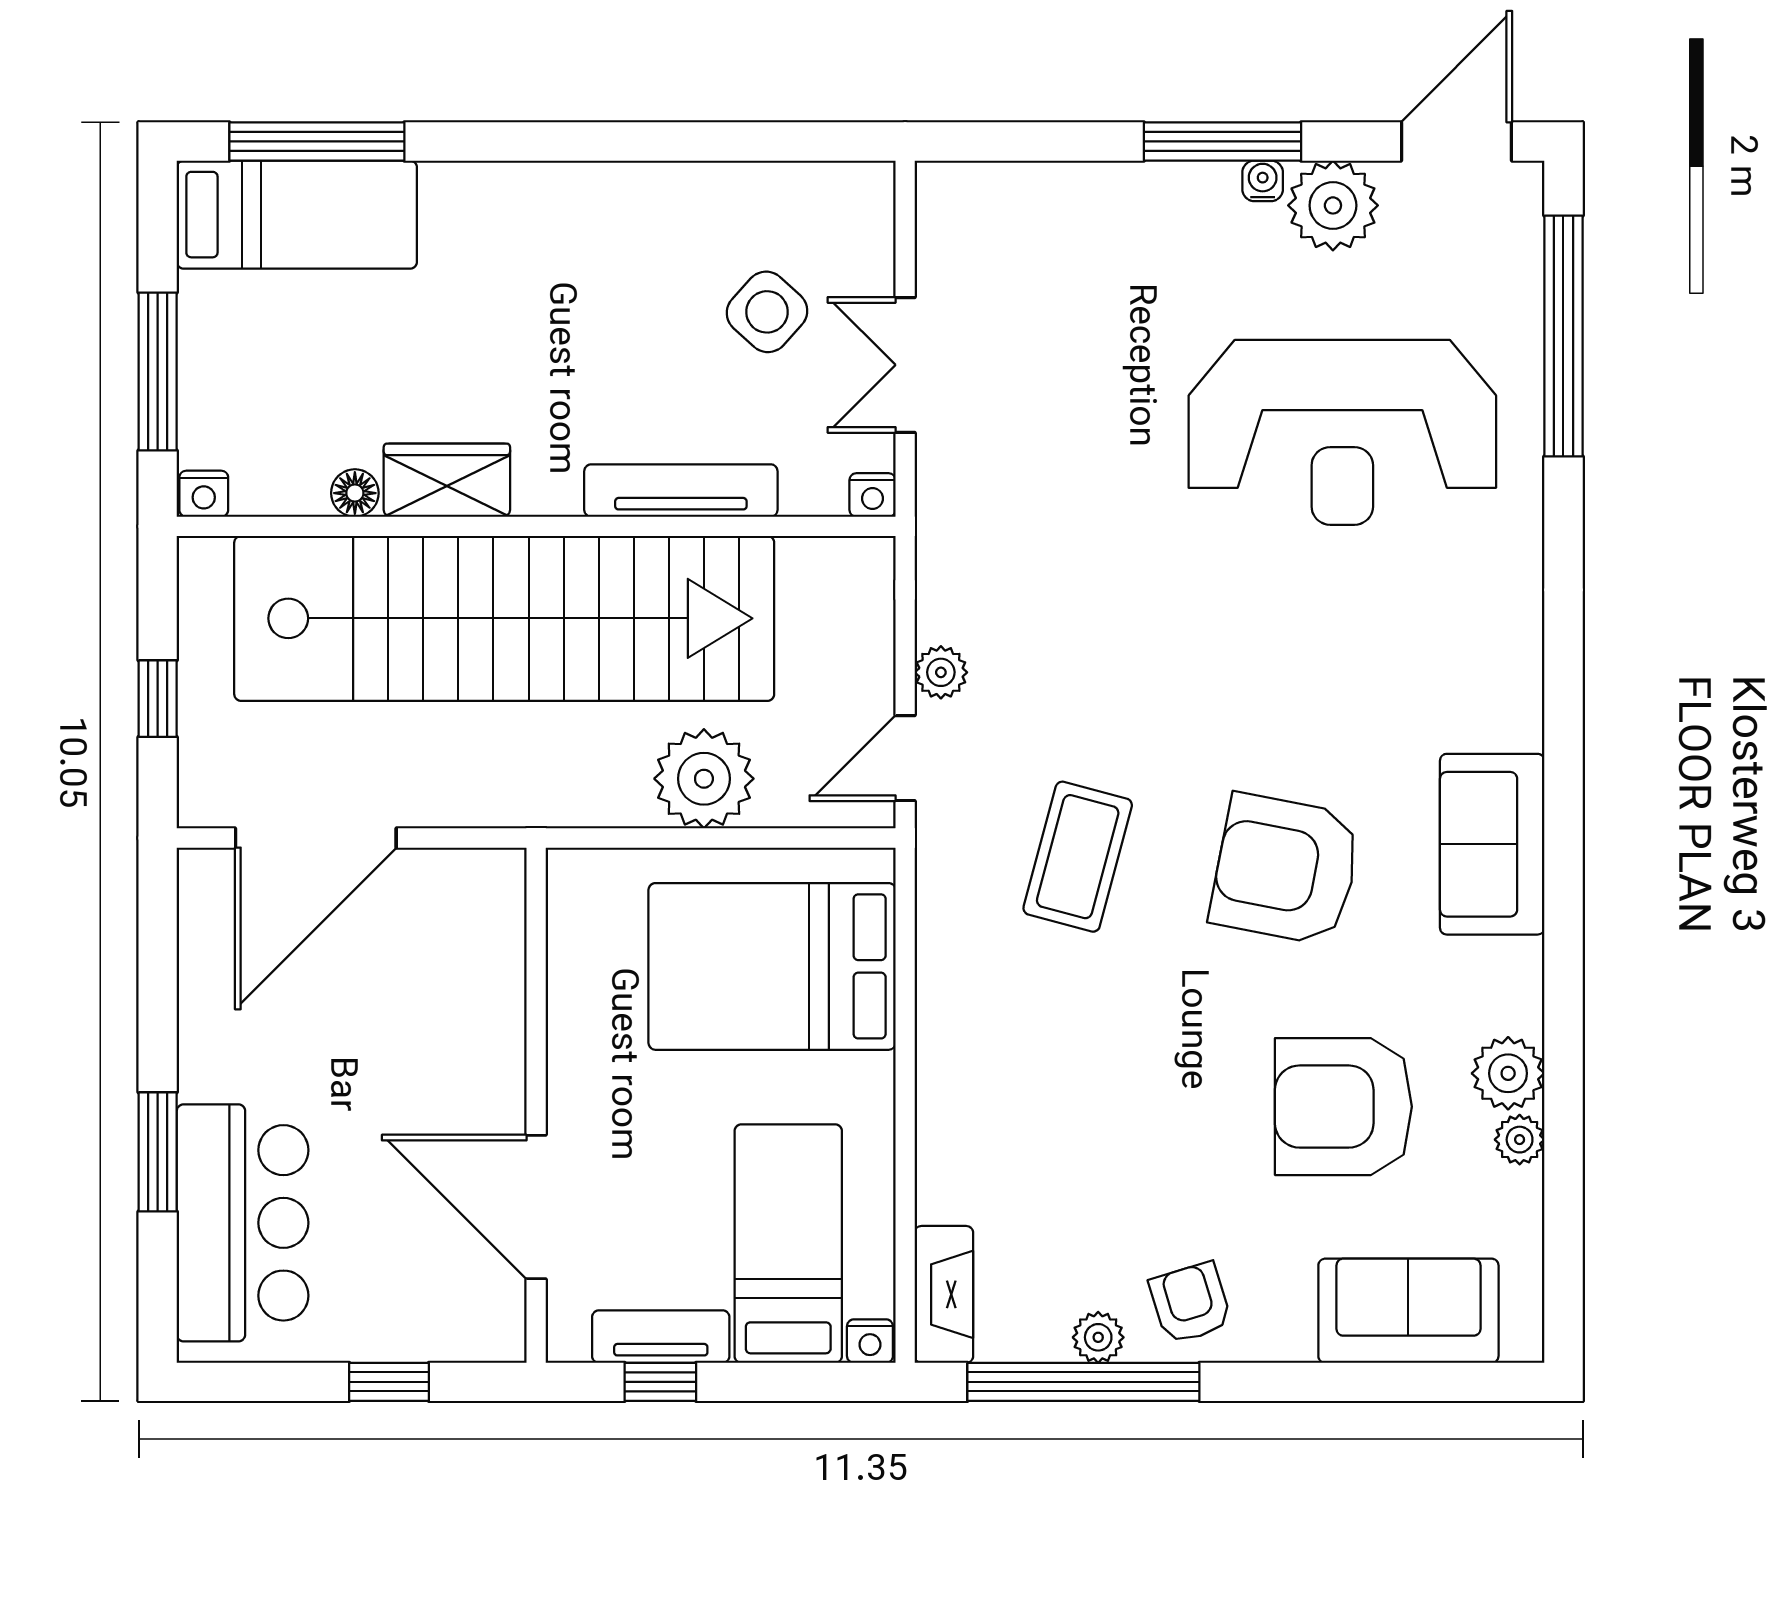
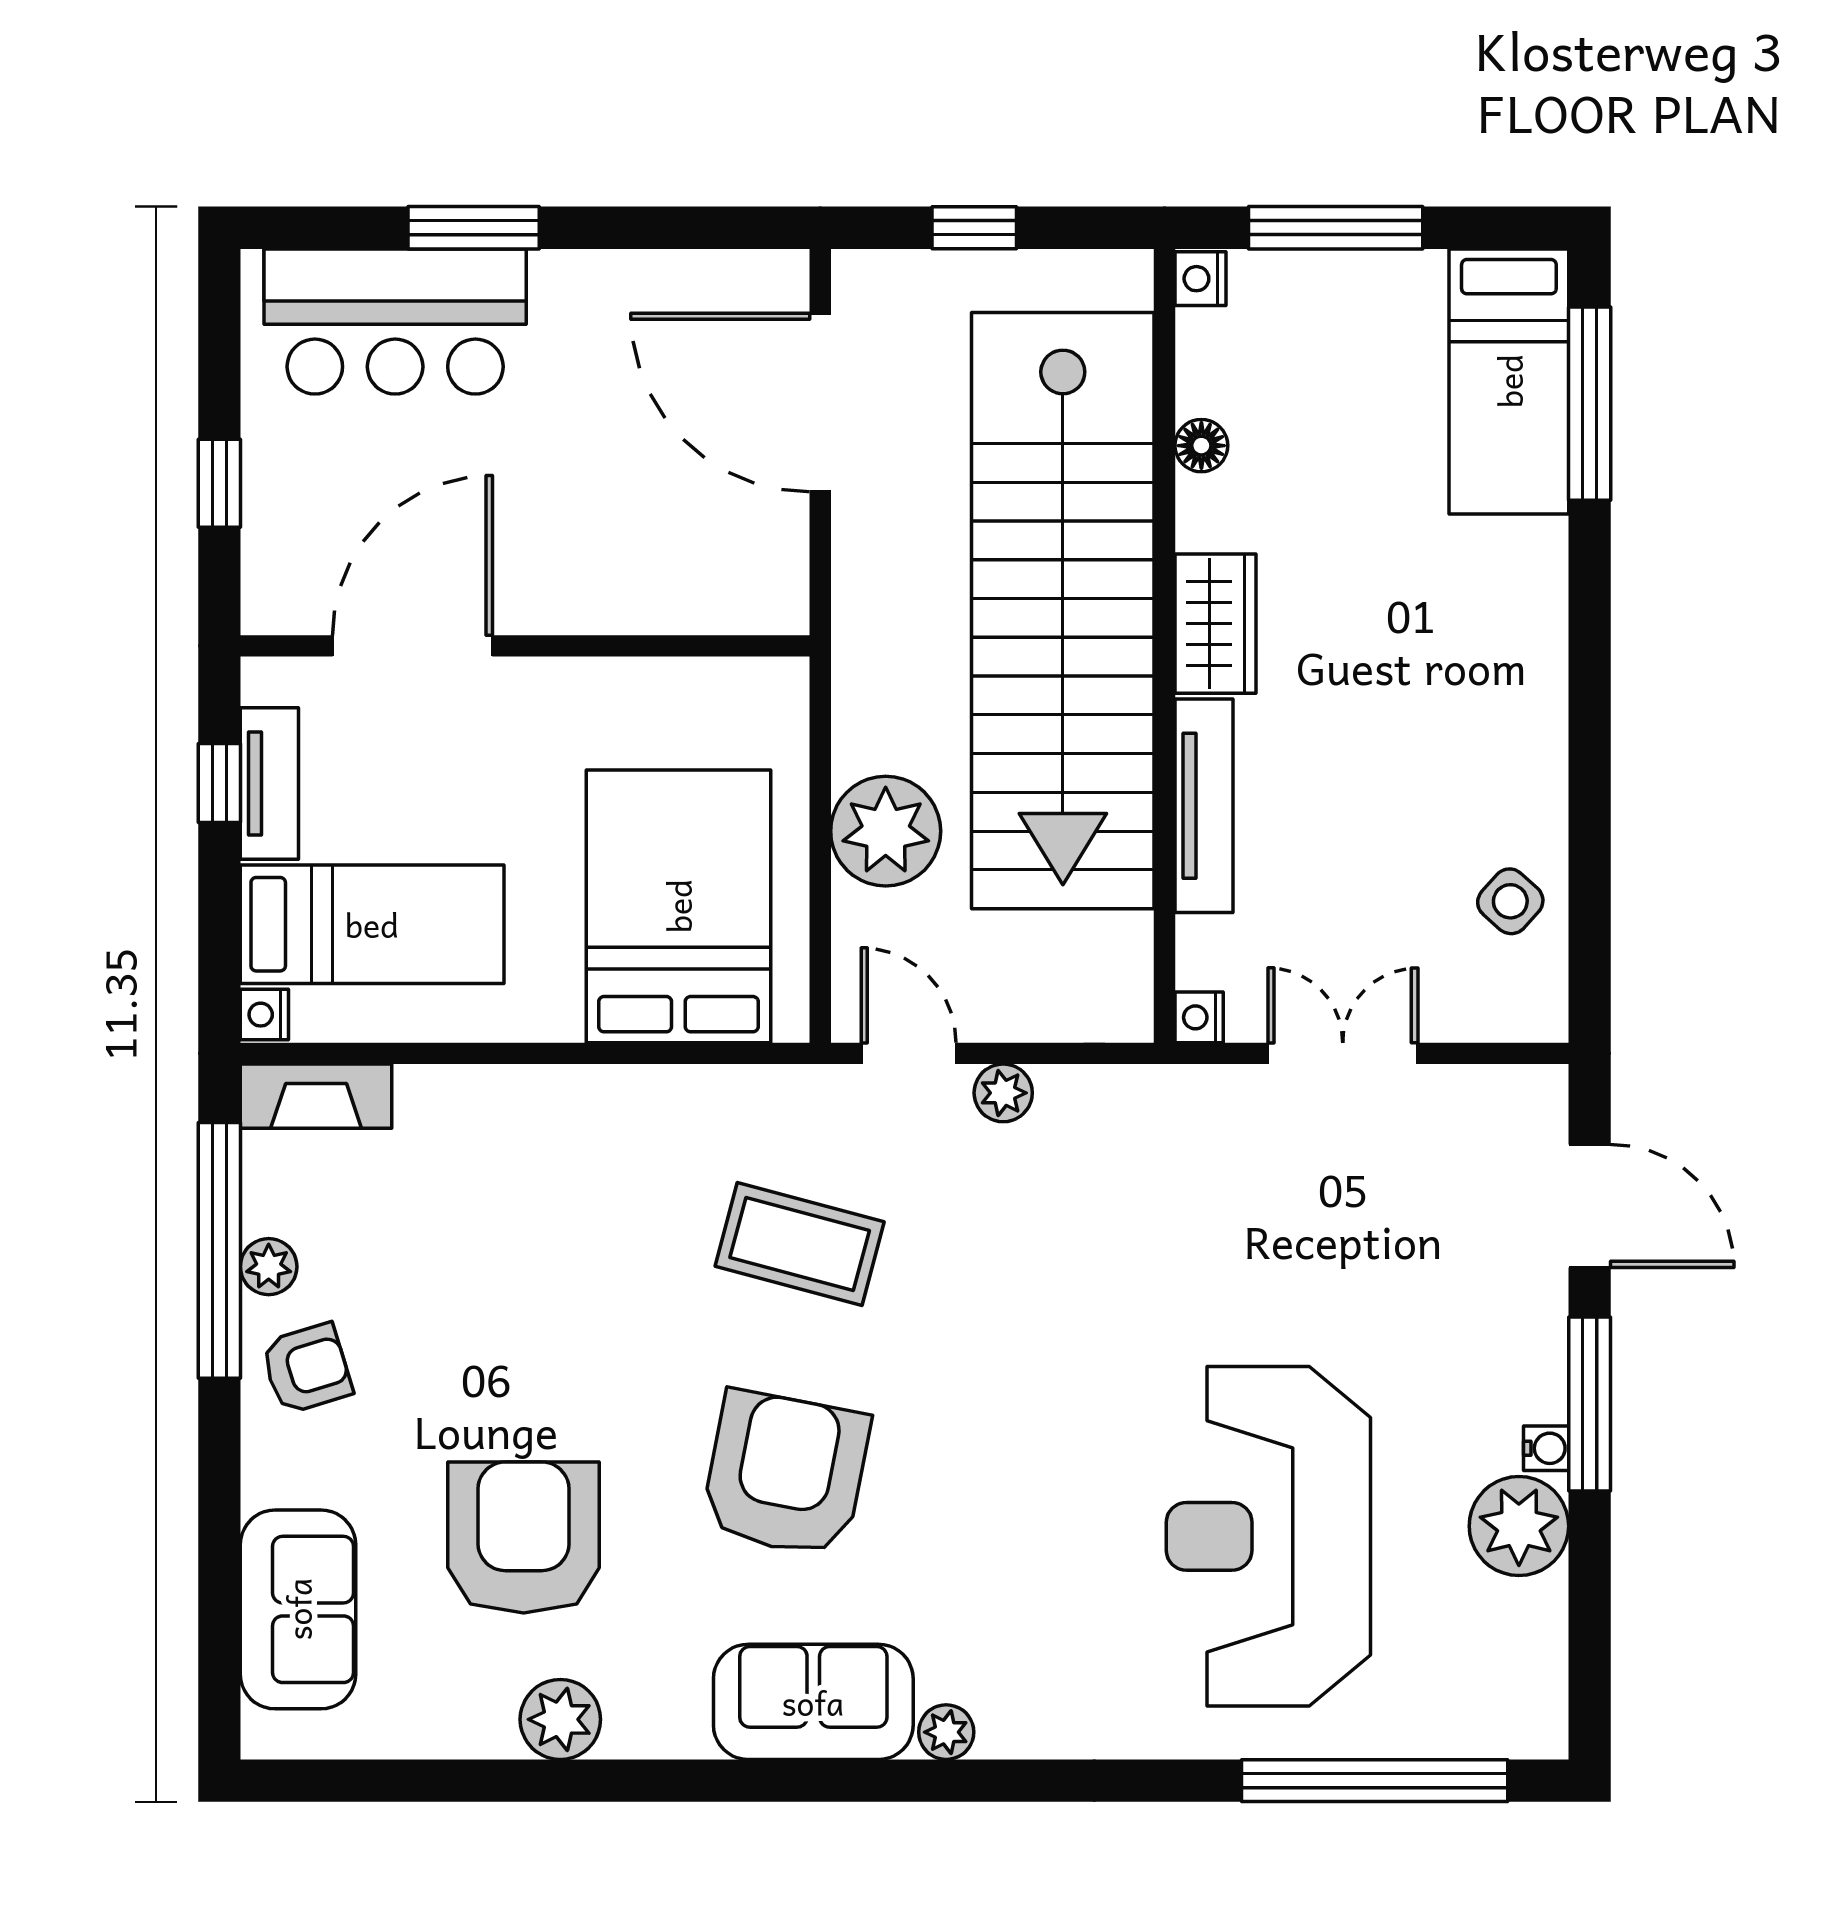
door: (1457, 141) -> (1590, 1206), moved
side table: (767, 312) -> (1510, 901), moved, width x0.73, depth x0.73
wardrobe: (447, 480) -> (1216, 624), moved
plant: (1520, 1140) -> (946, 1732), moved

